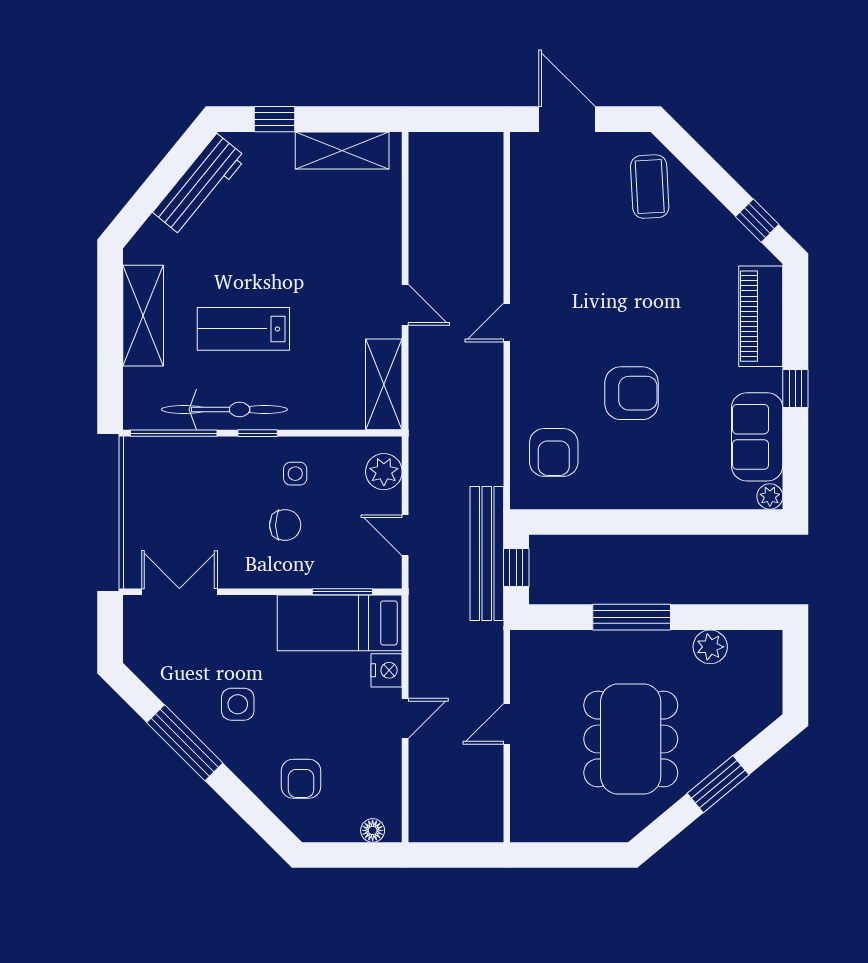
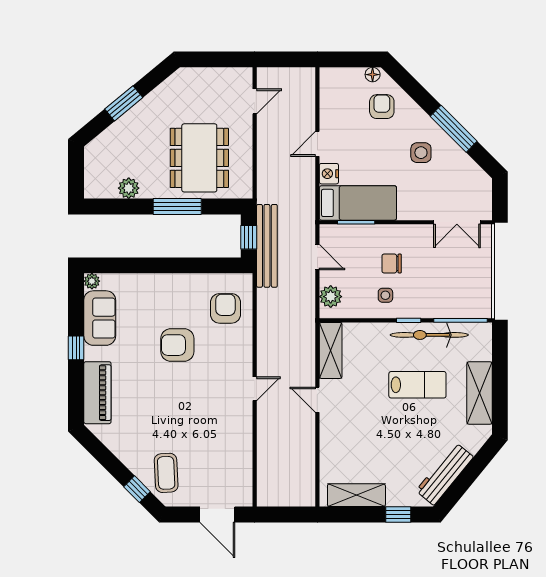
window: (757, 221) -> (137, 489), moved
door: (507, 724) -> (255, 101), moved
dining table: (631, 739) -> (199, 158), moved
floor lamp: (373, 830) -> (373, 75), moved

